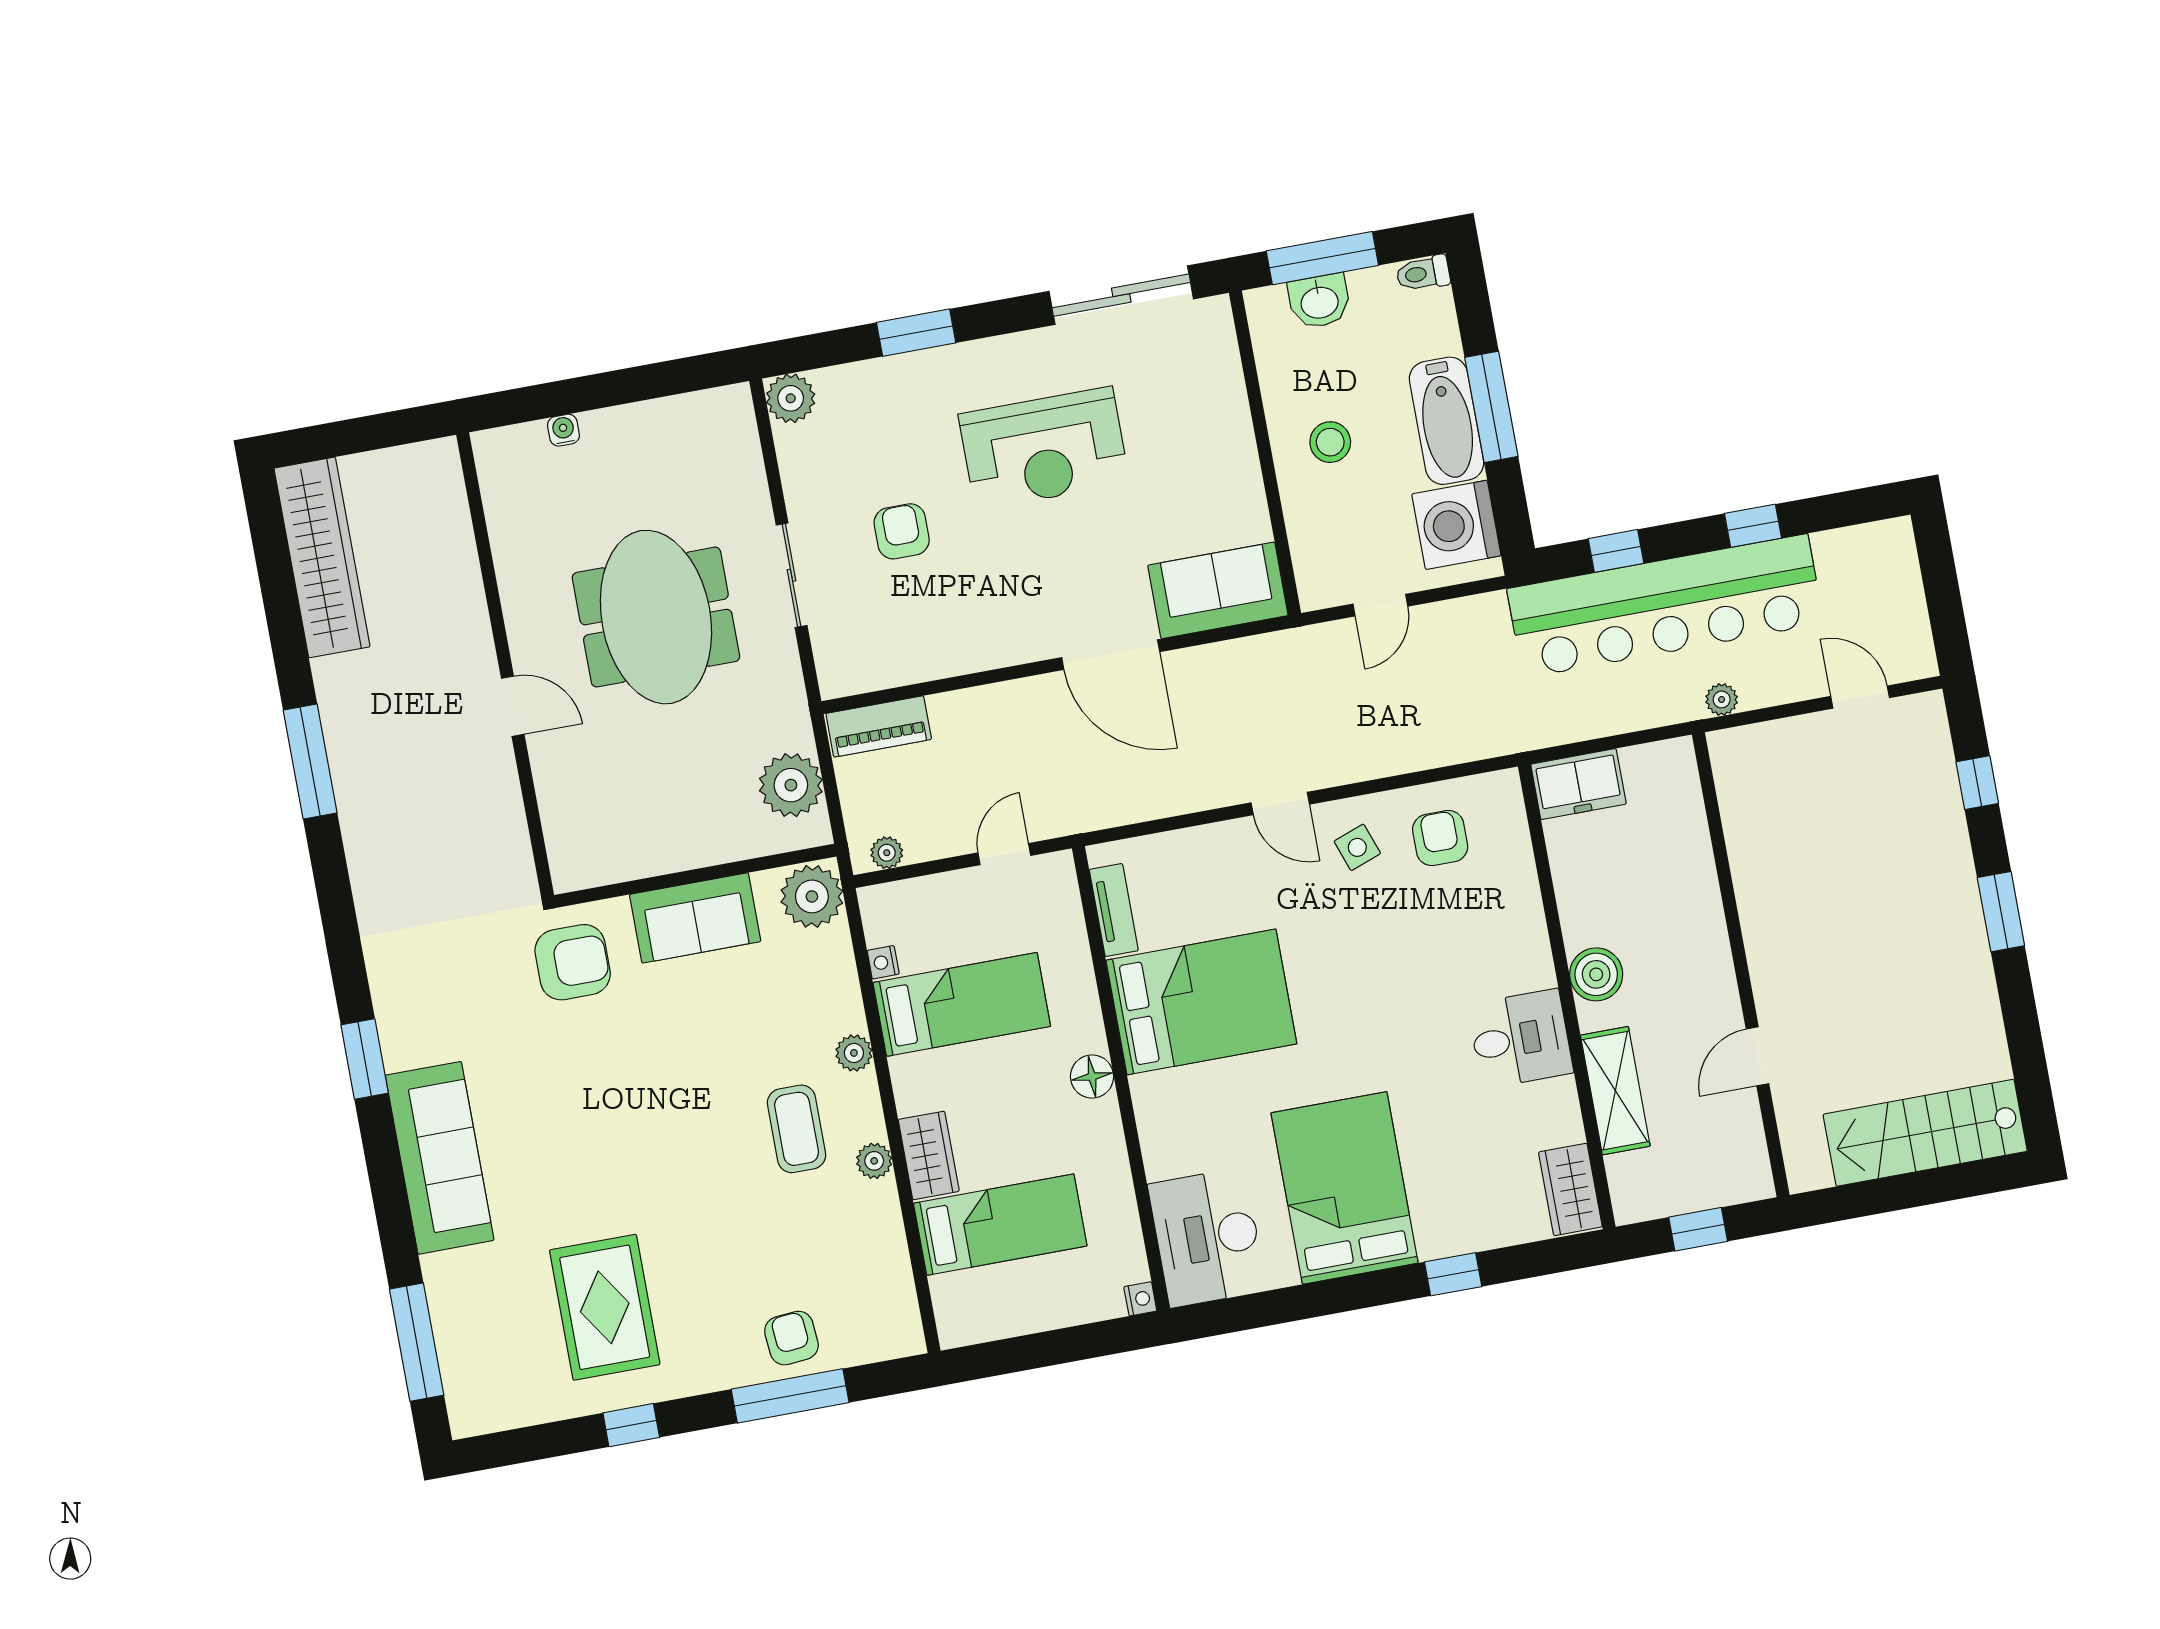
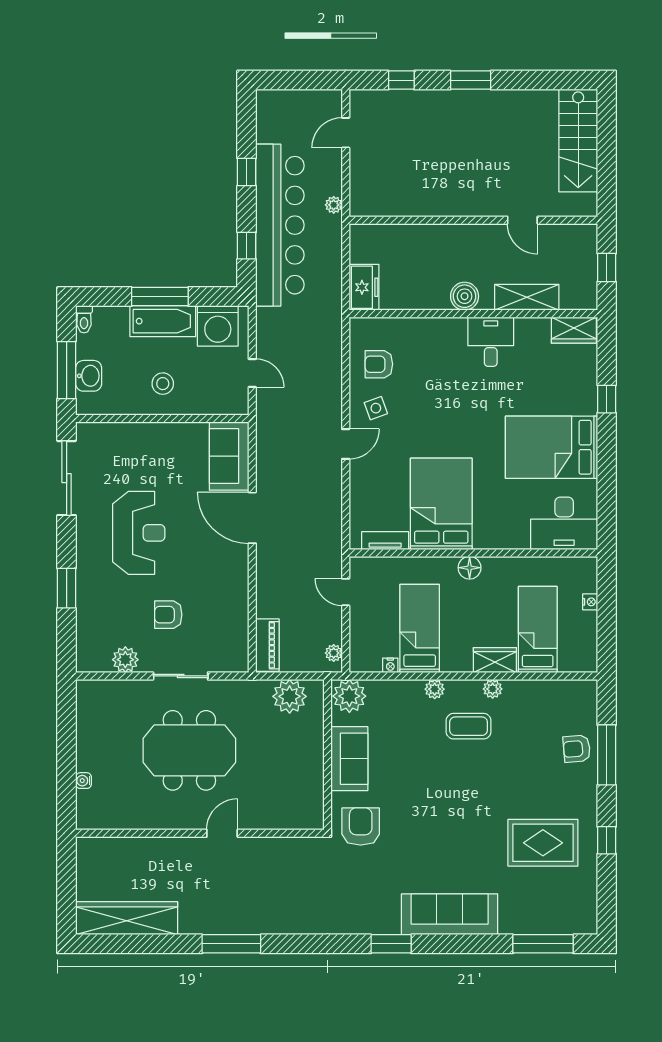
plant: (791, 398) -> (125, 660), moved
door: (1111, 655) -> (252, 518), swing flipped
nightstand: (1140, 1299) -> (590, 602), moved, turned 90

